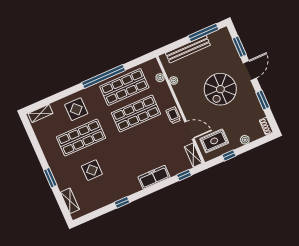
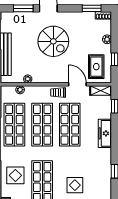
window: (263, 100) -> (92, 8), moved
door: (189, 130) -> (77, 84), hinge flipped
shop shelf: (148, 140) -> (70, 125), added

